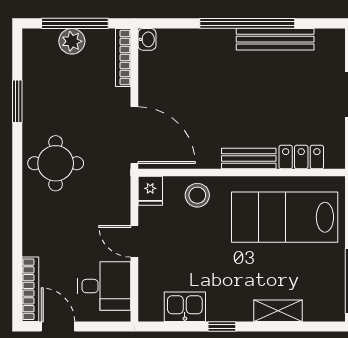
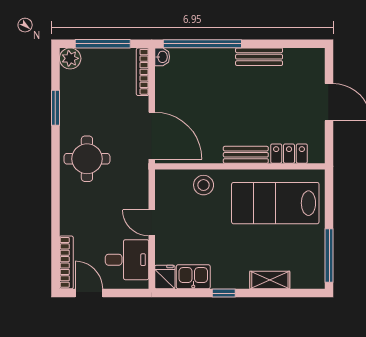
window: (247, 23) -> (202, 44), moved
bench: (275, 39) -> (259, 57), width x0.73
plant: (72, 41) -> (70, 58), moved
fridge: (150, 191) -> (165, 277), moved, turned 180

